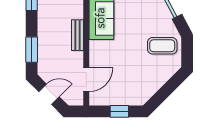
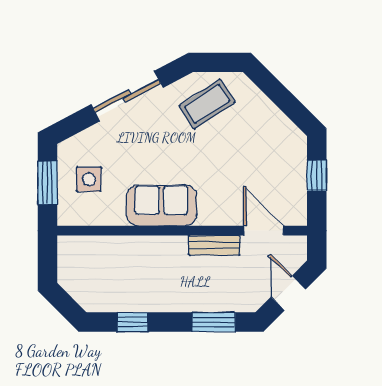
bench: (78, 35) -> (214, 245), moved
coffee table: (162, 46) -> (207, 104), turned 57

